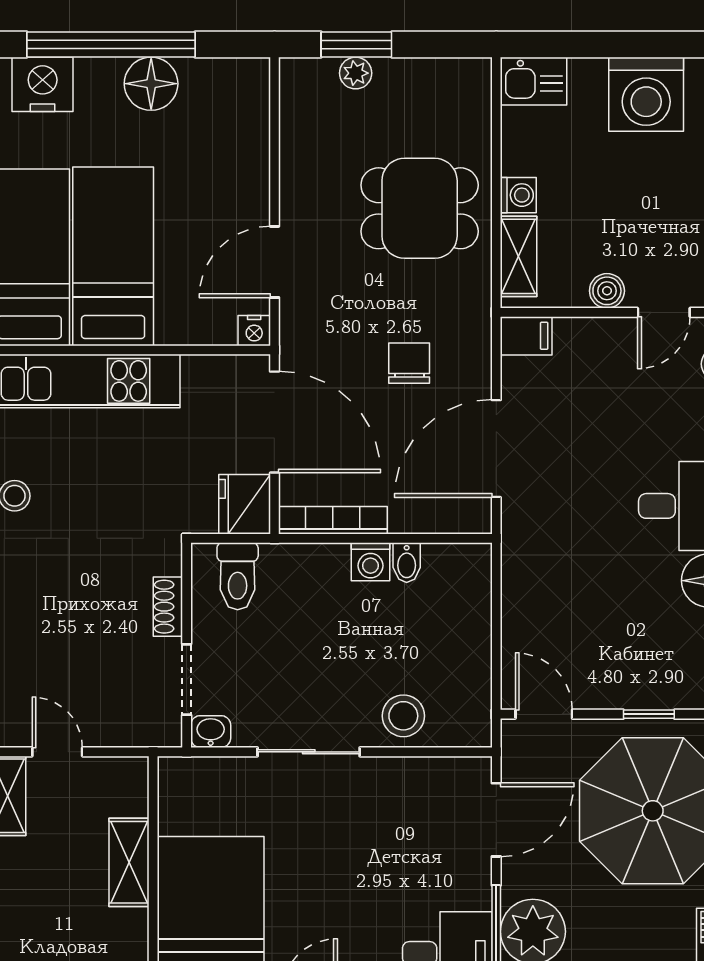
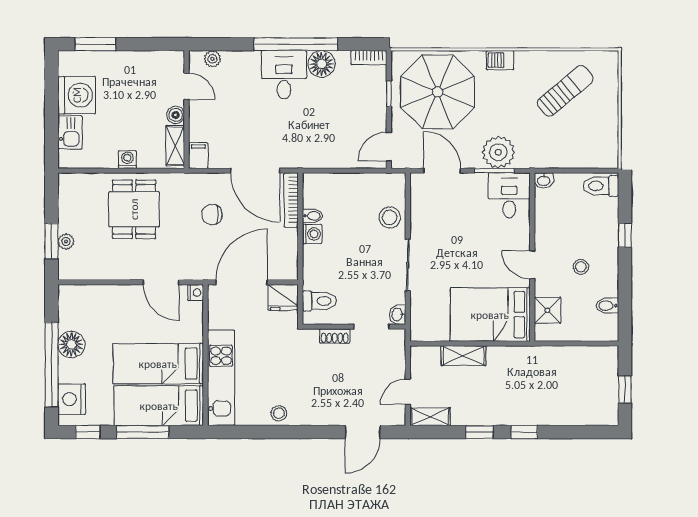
kitchen sink: (534, 81) -> (70, 132), moved
shelving: (519, 256) -> (175, 146), moved, turned 90
bookcase: (333, 520) -> (291, 200), moved

